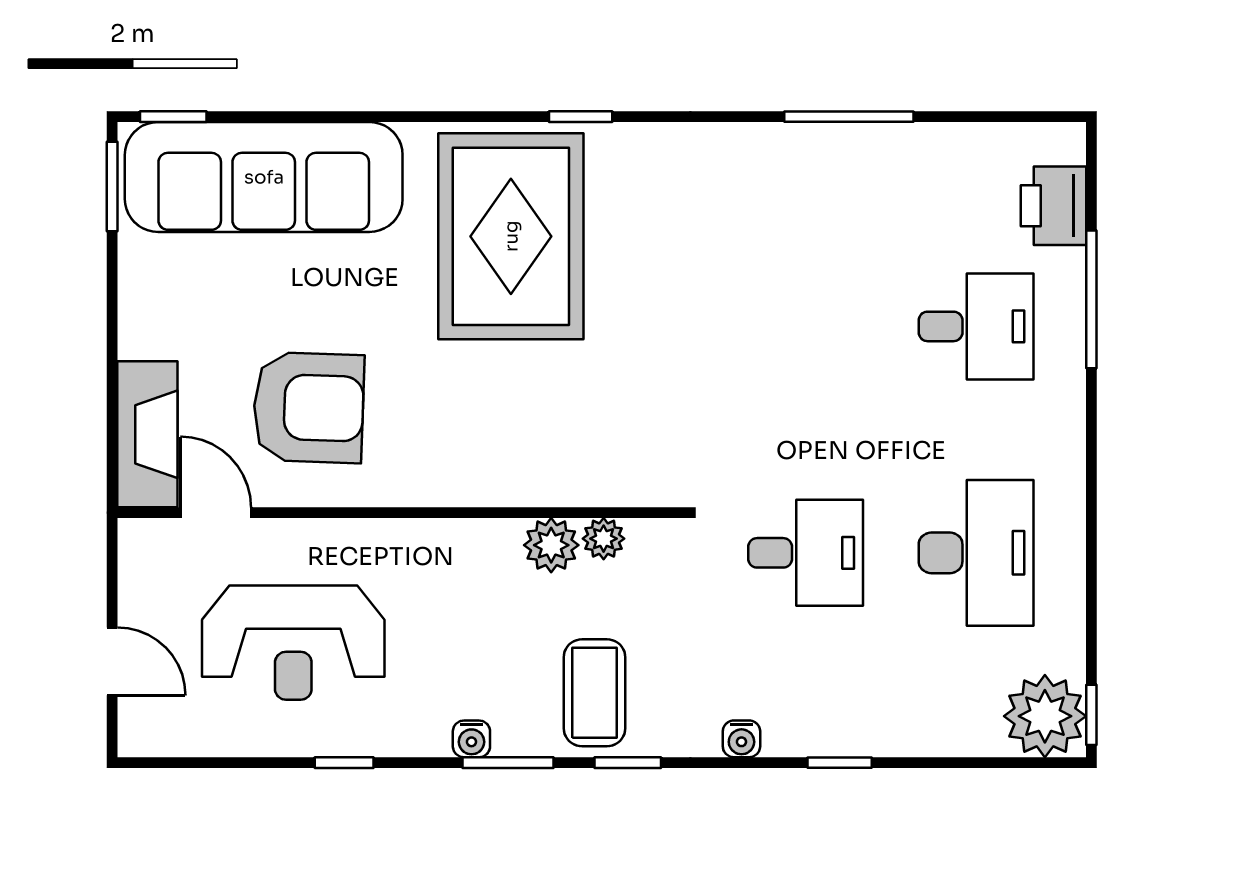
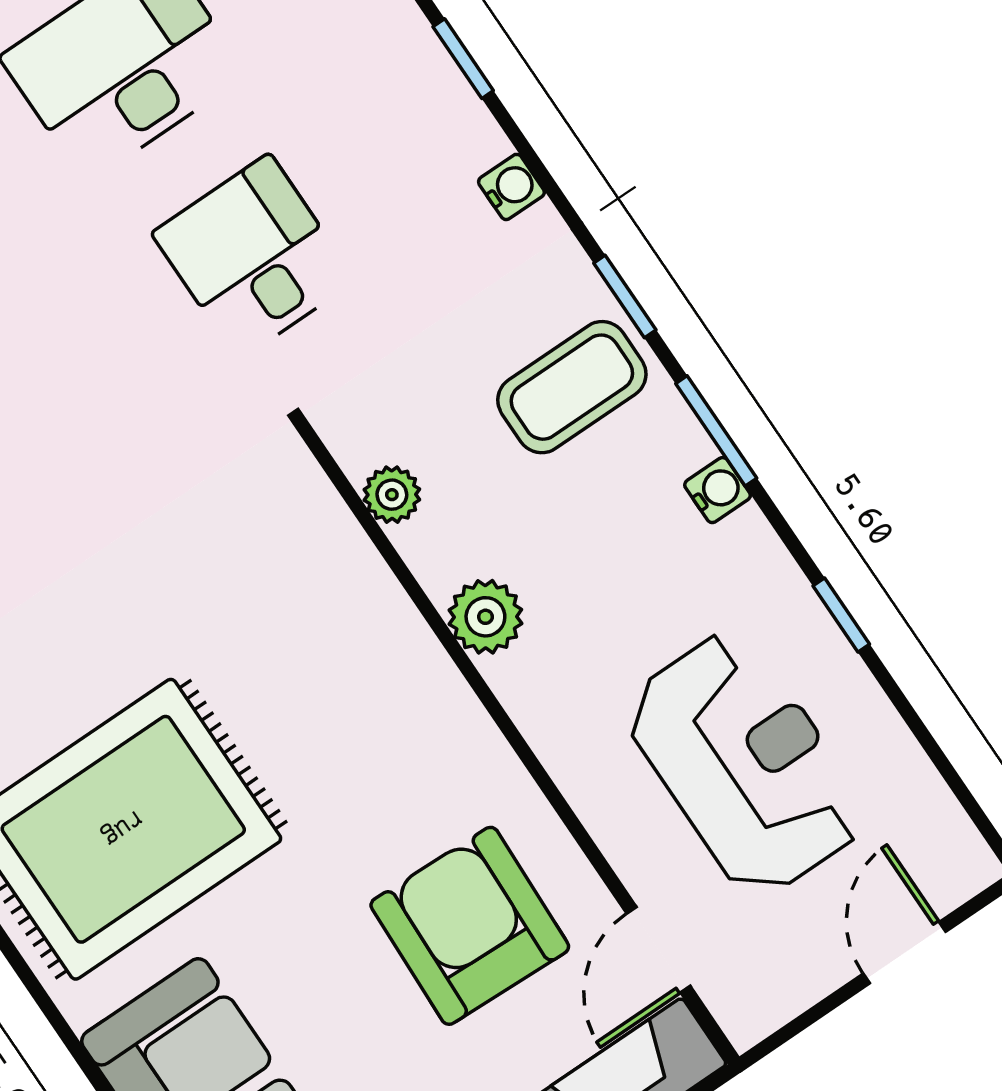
plant: (551, 545) -> (485, 617), moved

